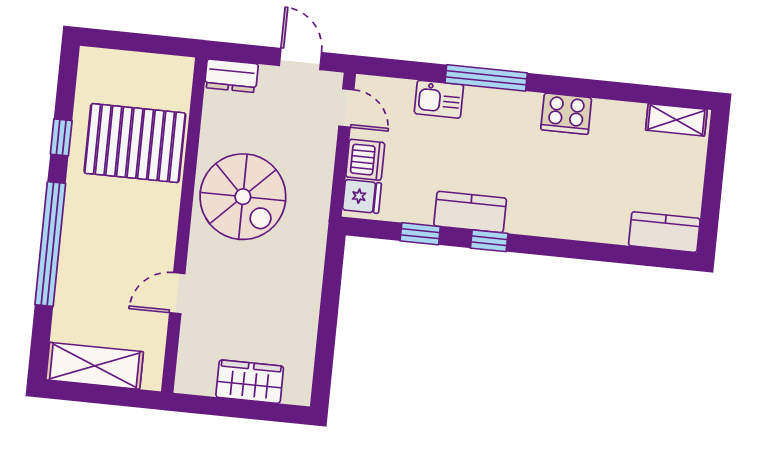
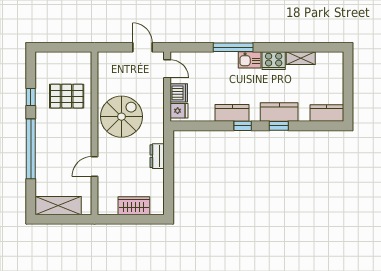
dresser: (231, 76) -> (157, 156), moved, turned 90
kitchen sink: (439, 99) -> (250, 60), moved
shelving: (676, 120) -> (301, 58), moved
pallet: (135, 143) -> (67, 96), width x0.73, depth x0.71
spiral stairs: (243, 197) -> (121, 117), turned -90
kitchen counter: (567, 220) -> (279, 112), added
window: (420, 234) -> (279, 126), moved

